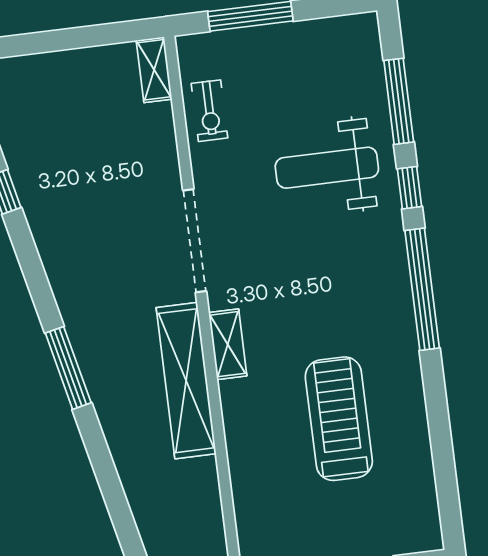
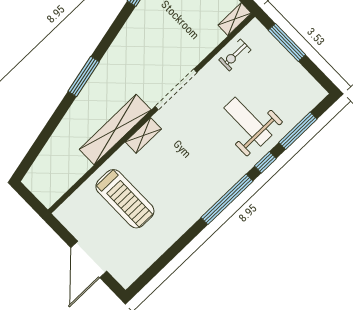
treadmill: (339, 419) -> (125, 199), moved, turned 90

